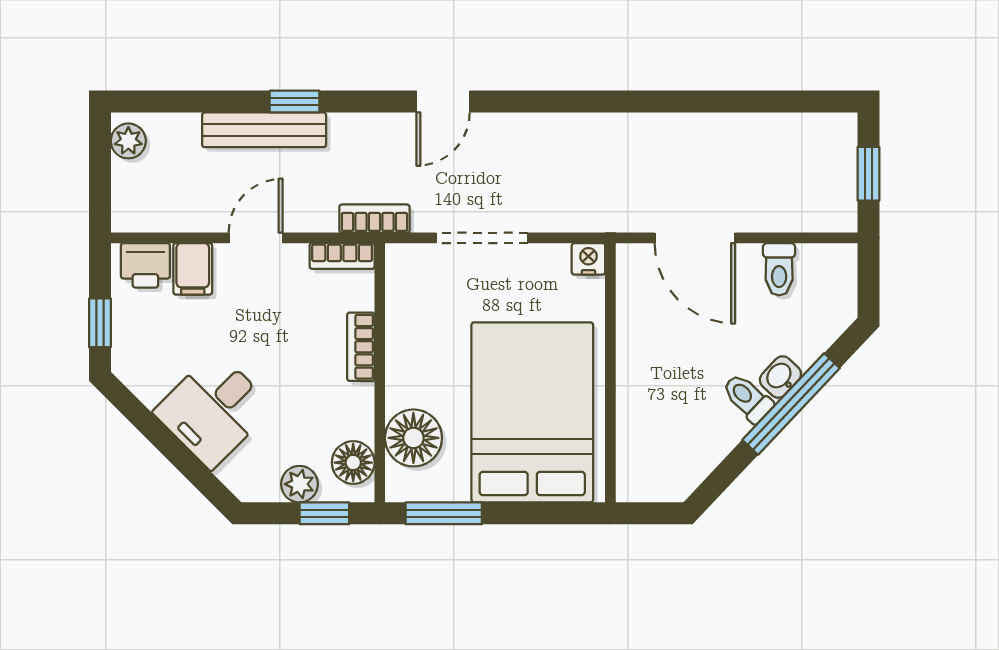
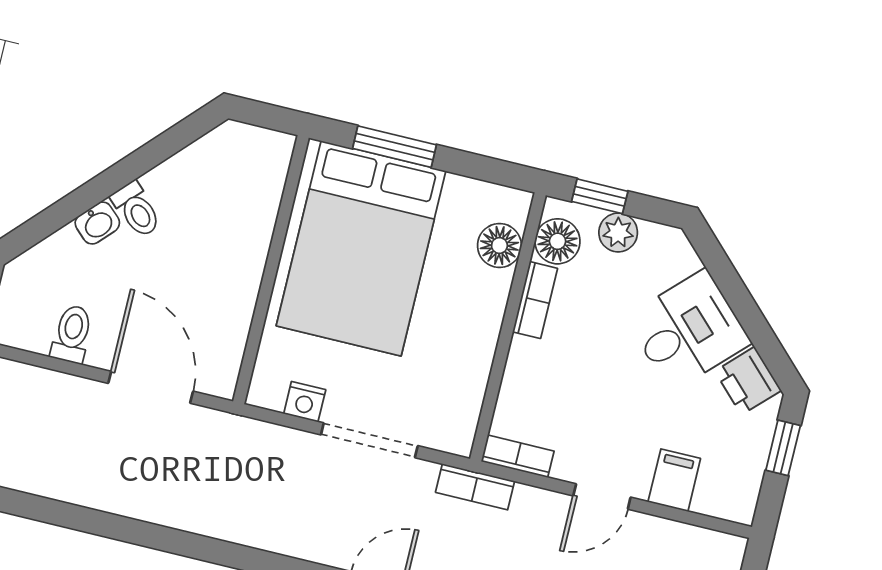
nightstand: (588, 259) -> (305, 402), moved
printer: (145, 265) -> (748, 381), moved, turned -135
bookcase: (361, 347) -> (535, 300), moved
window: (791, 404) -> (93, 193), removed
floor lamp: (413, 438) -> (499, 245), width x0.73, depth x0.73
window: (444, 513) -> (395, 147), moved

